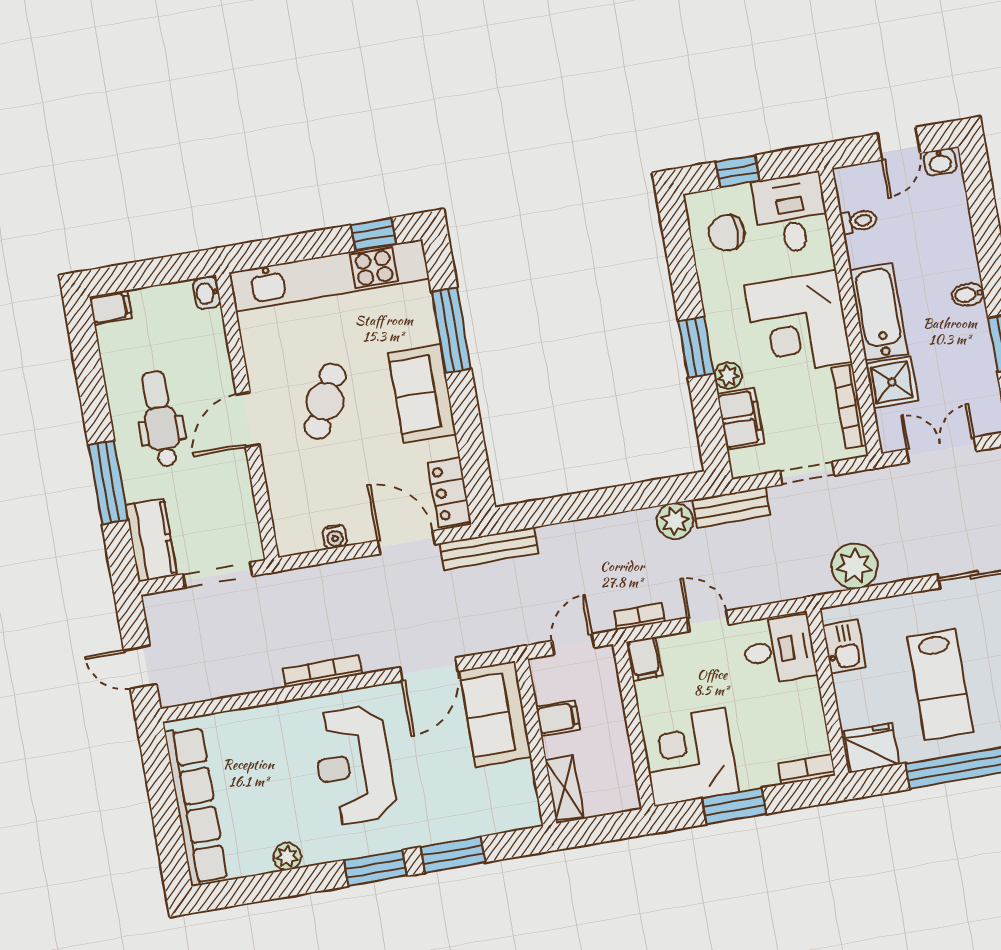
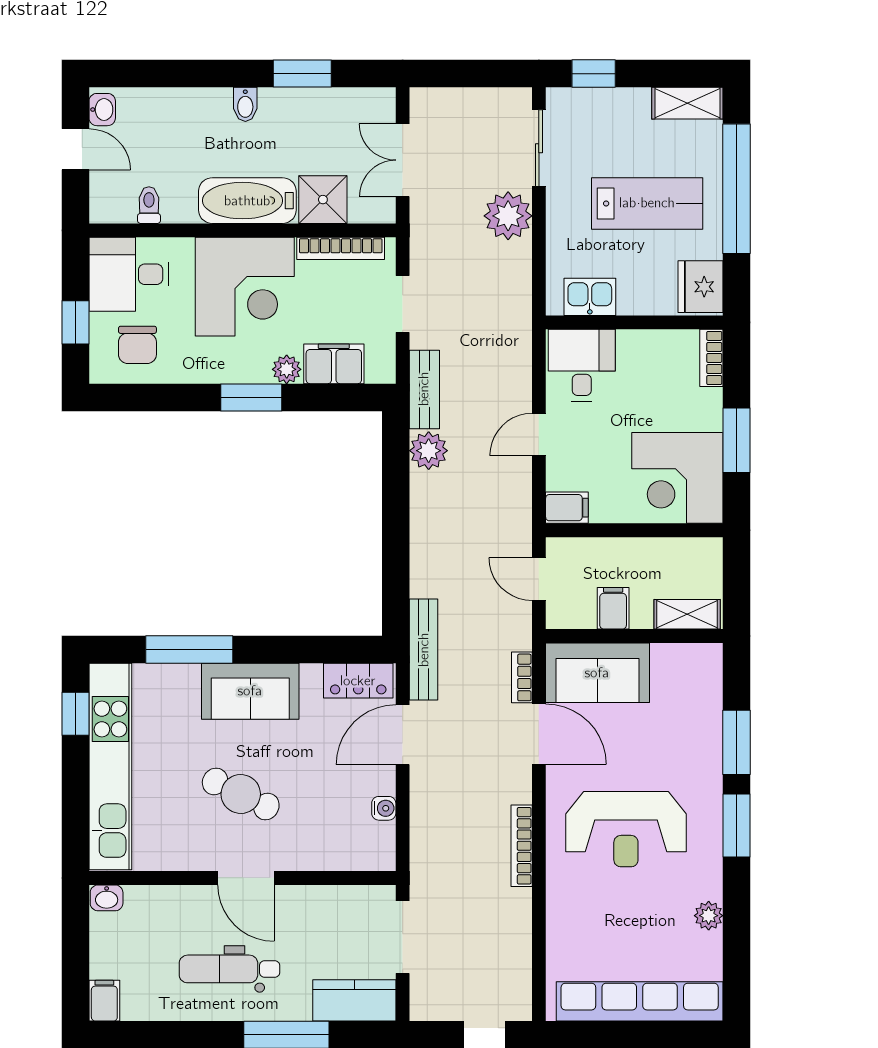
plant: (855, 566) -> (508, 216), moved
bookcase: (639, 617) -> (522, 677), moved

